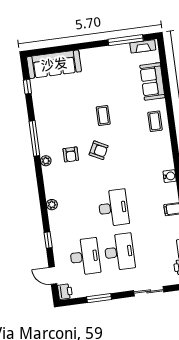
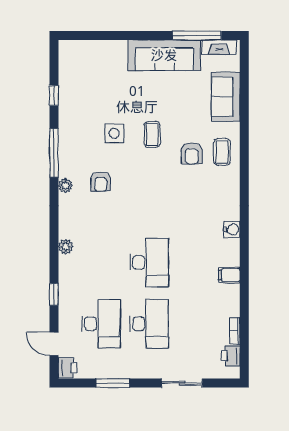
sofa: (54, 64) -> (164, 55), moved
window: (27, 87) -> (54, 95), moved
side table: (76, 118) -> (114, 133), added
armchair: (99, 150) -> (192, 153), moved, turned 63

